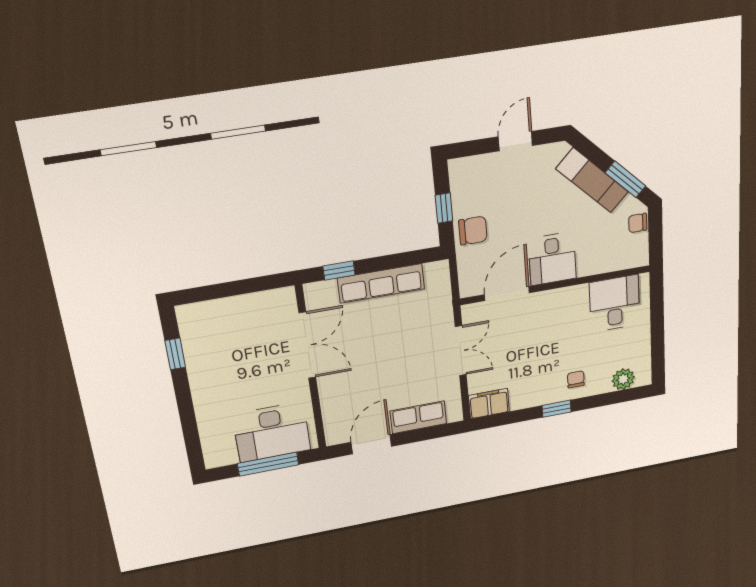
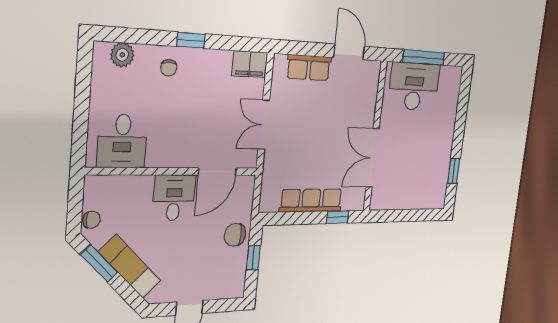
door: (371, 444) -> (349, 52), swing flipped

